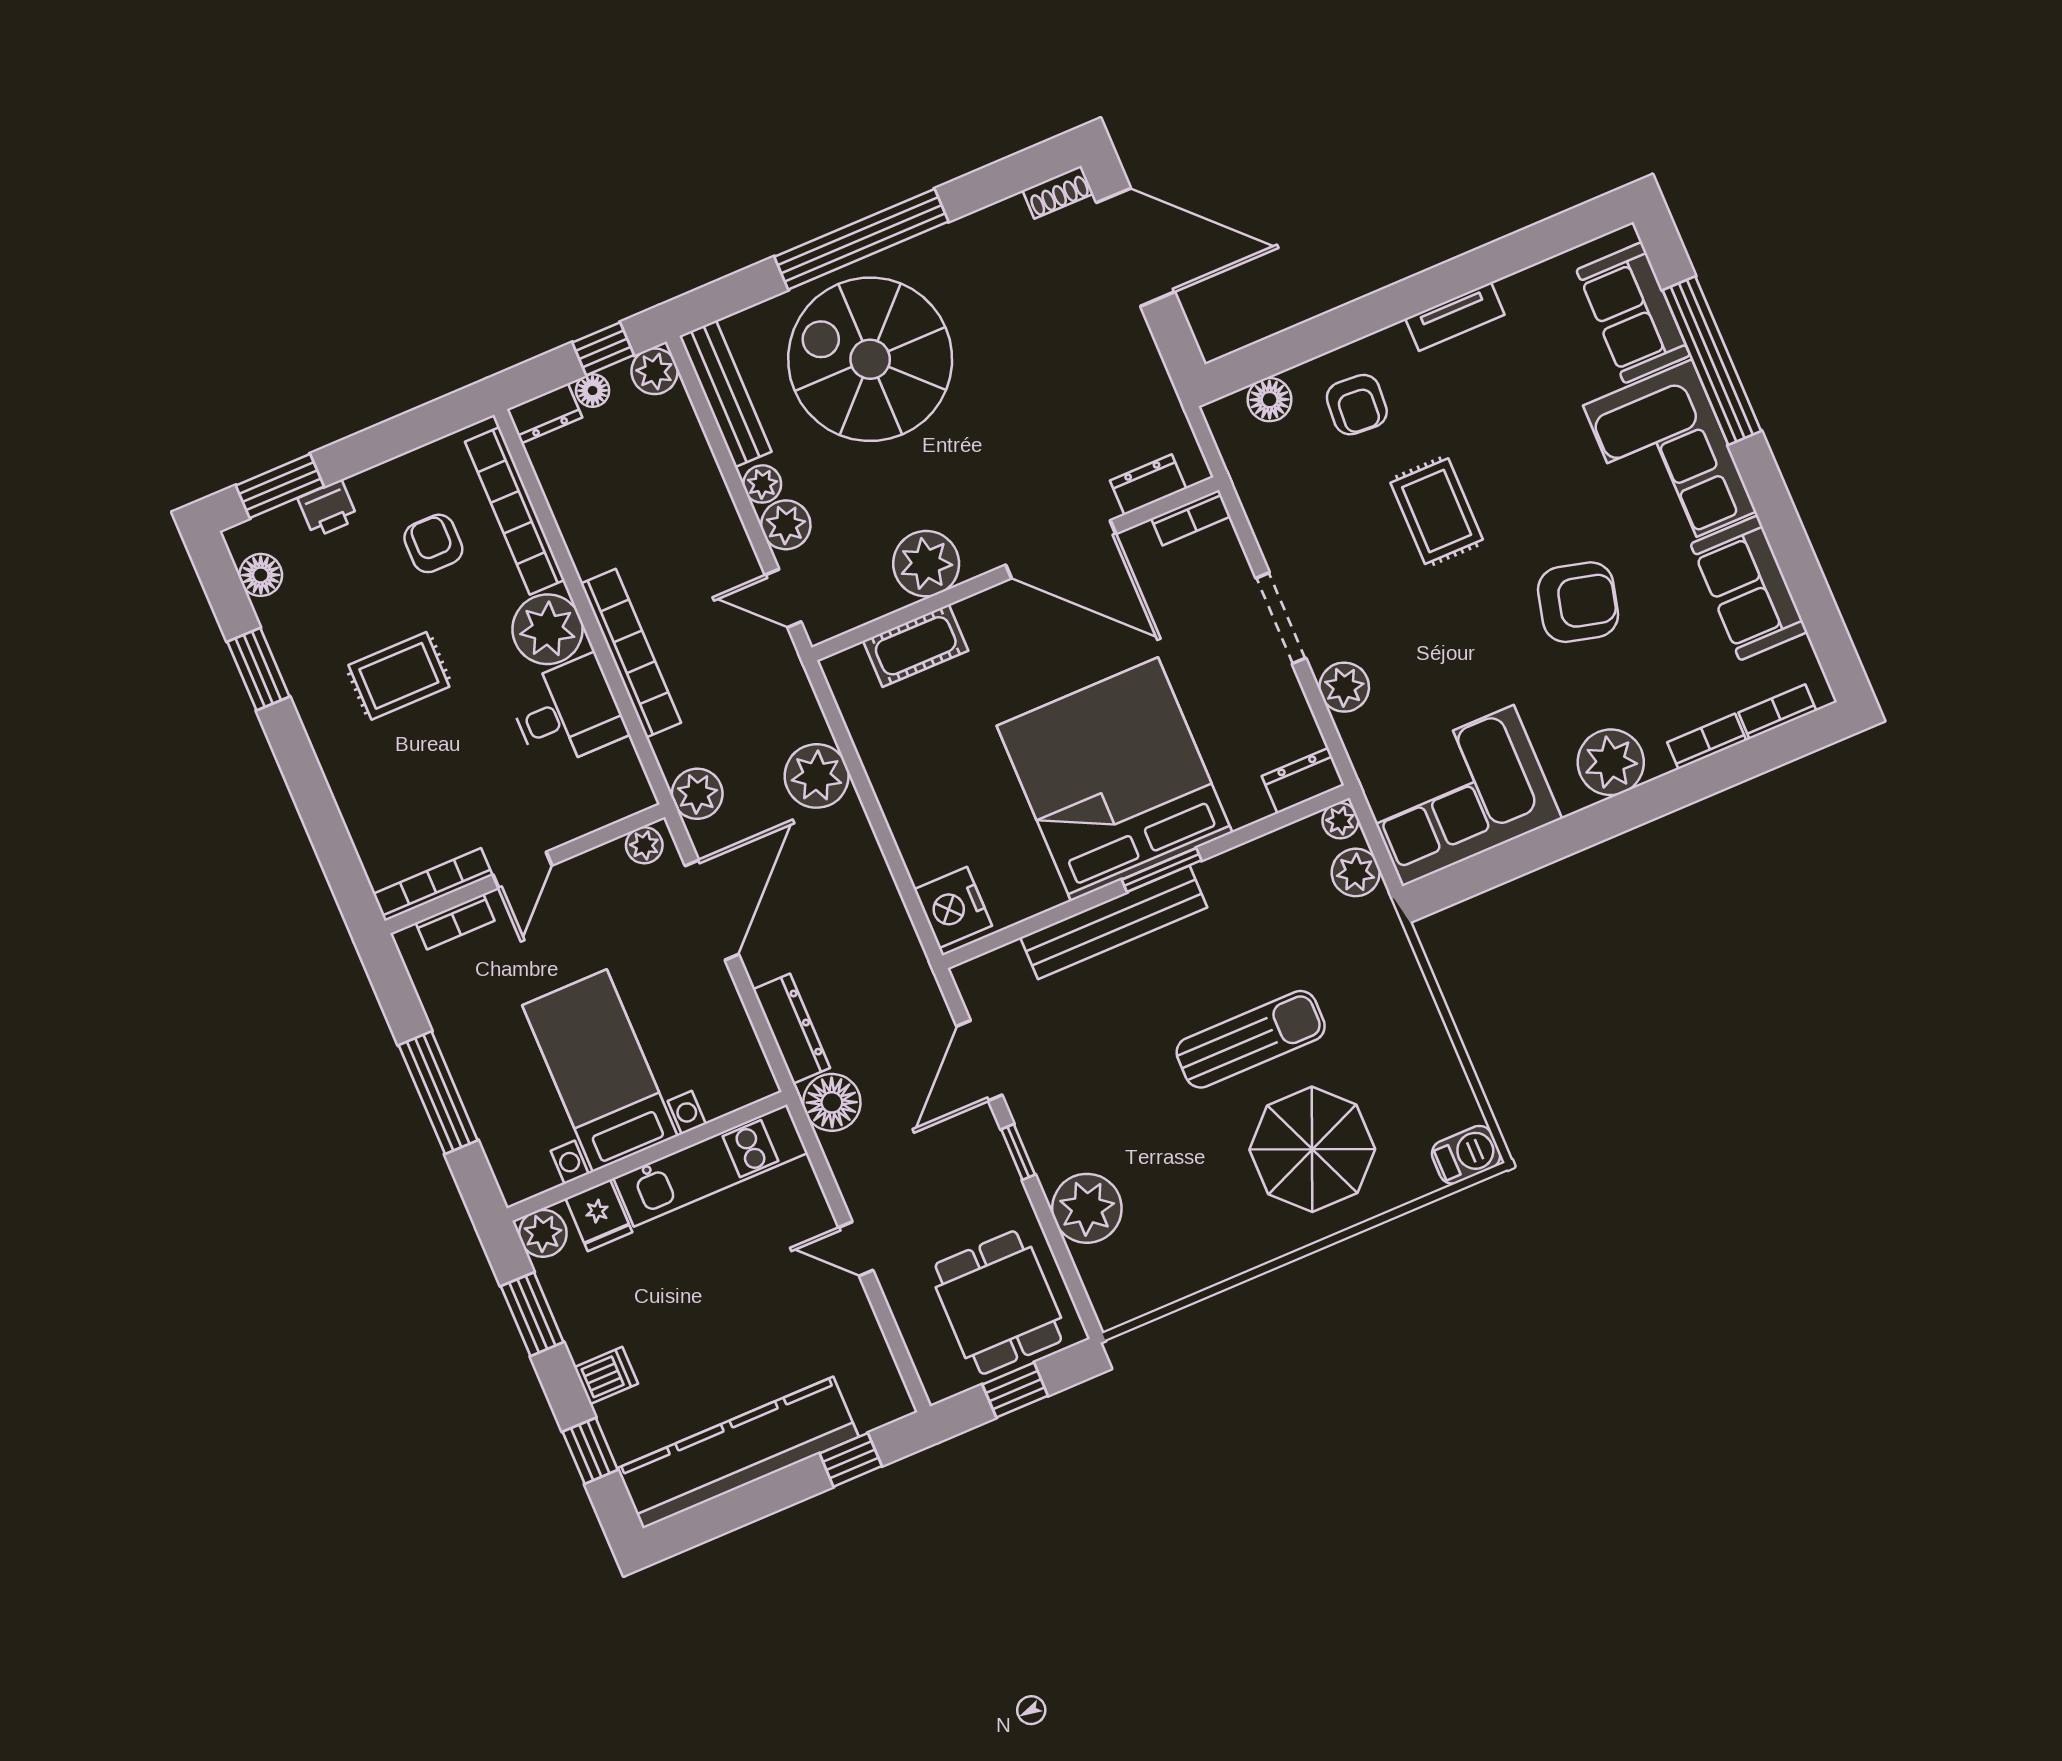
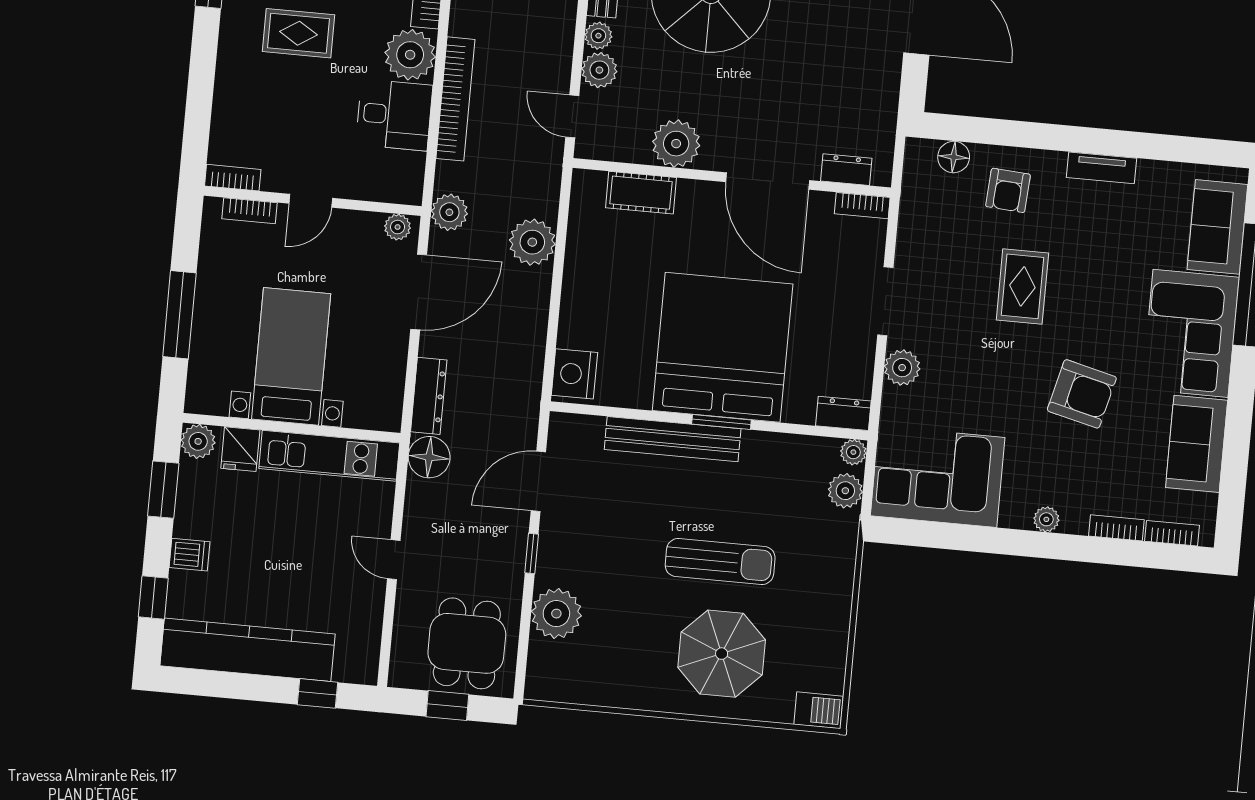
plant: (1611, 762) -> (1046, 519), width x0.53, depth x0.53
bookcase: (433, 885) -> (233, 178), width x0.64

